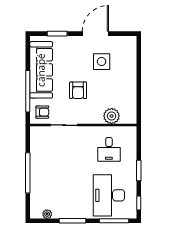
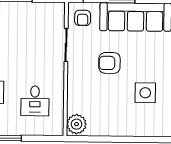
plant: (112, 116) -> (77, 124), moved
desk: (109, 149) -> (35, 101), turned -90

